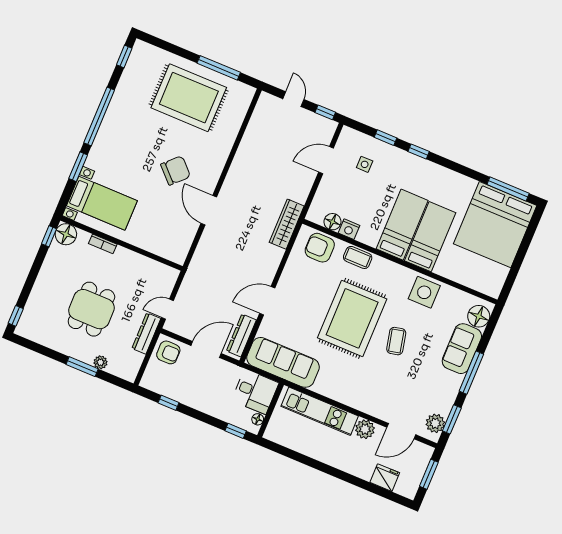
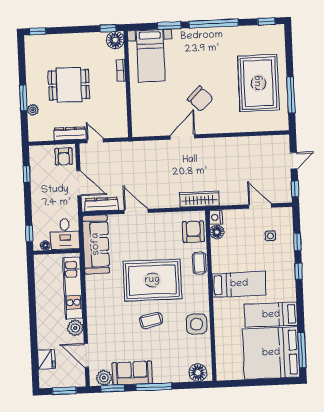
nightstand: (349, 229) -> (216, 217), moved
bed: (430, 237) -> (271, 315), moved, turned 180
sofa: (462, 349) -> (132, 373), moved

